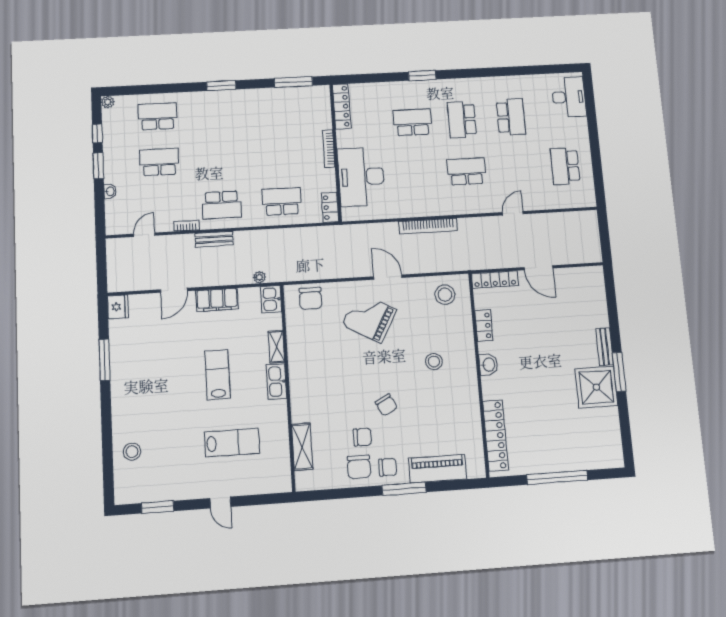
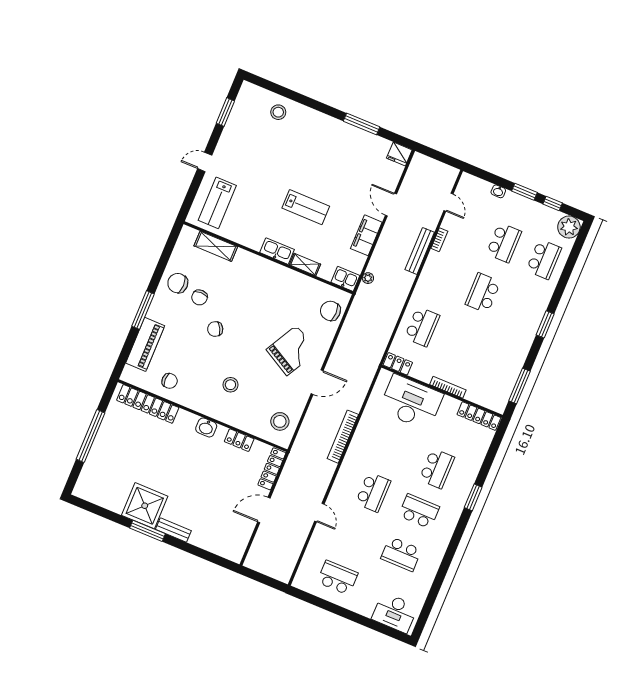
plant: (108, 102) -> (569, 227), width x1.87, depth x1.87
school desk: (222, 205) -> (483, 293), moved
bench: (214, 239) -> (420, 251), width x1.36
lab bench: (232, 443) -> (217, 203), moved
chair: (388, 467) -> (170, 381), moved, turned -90

